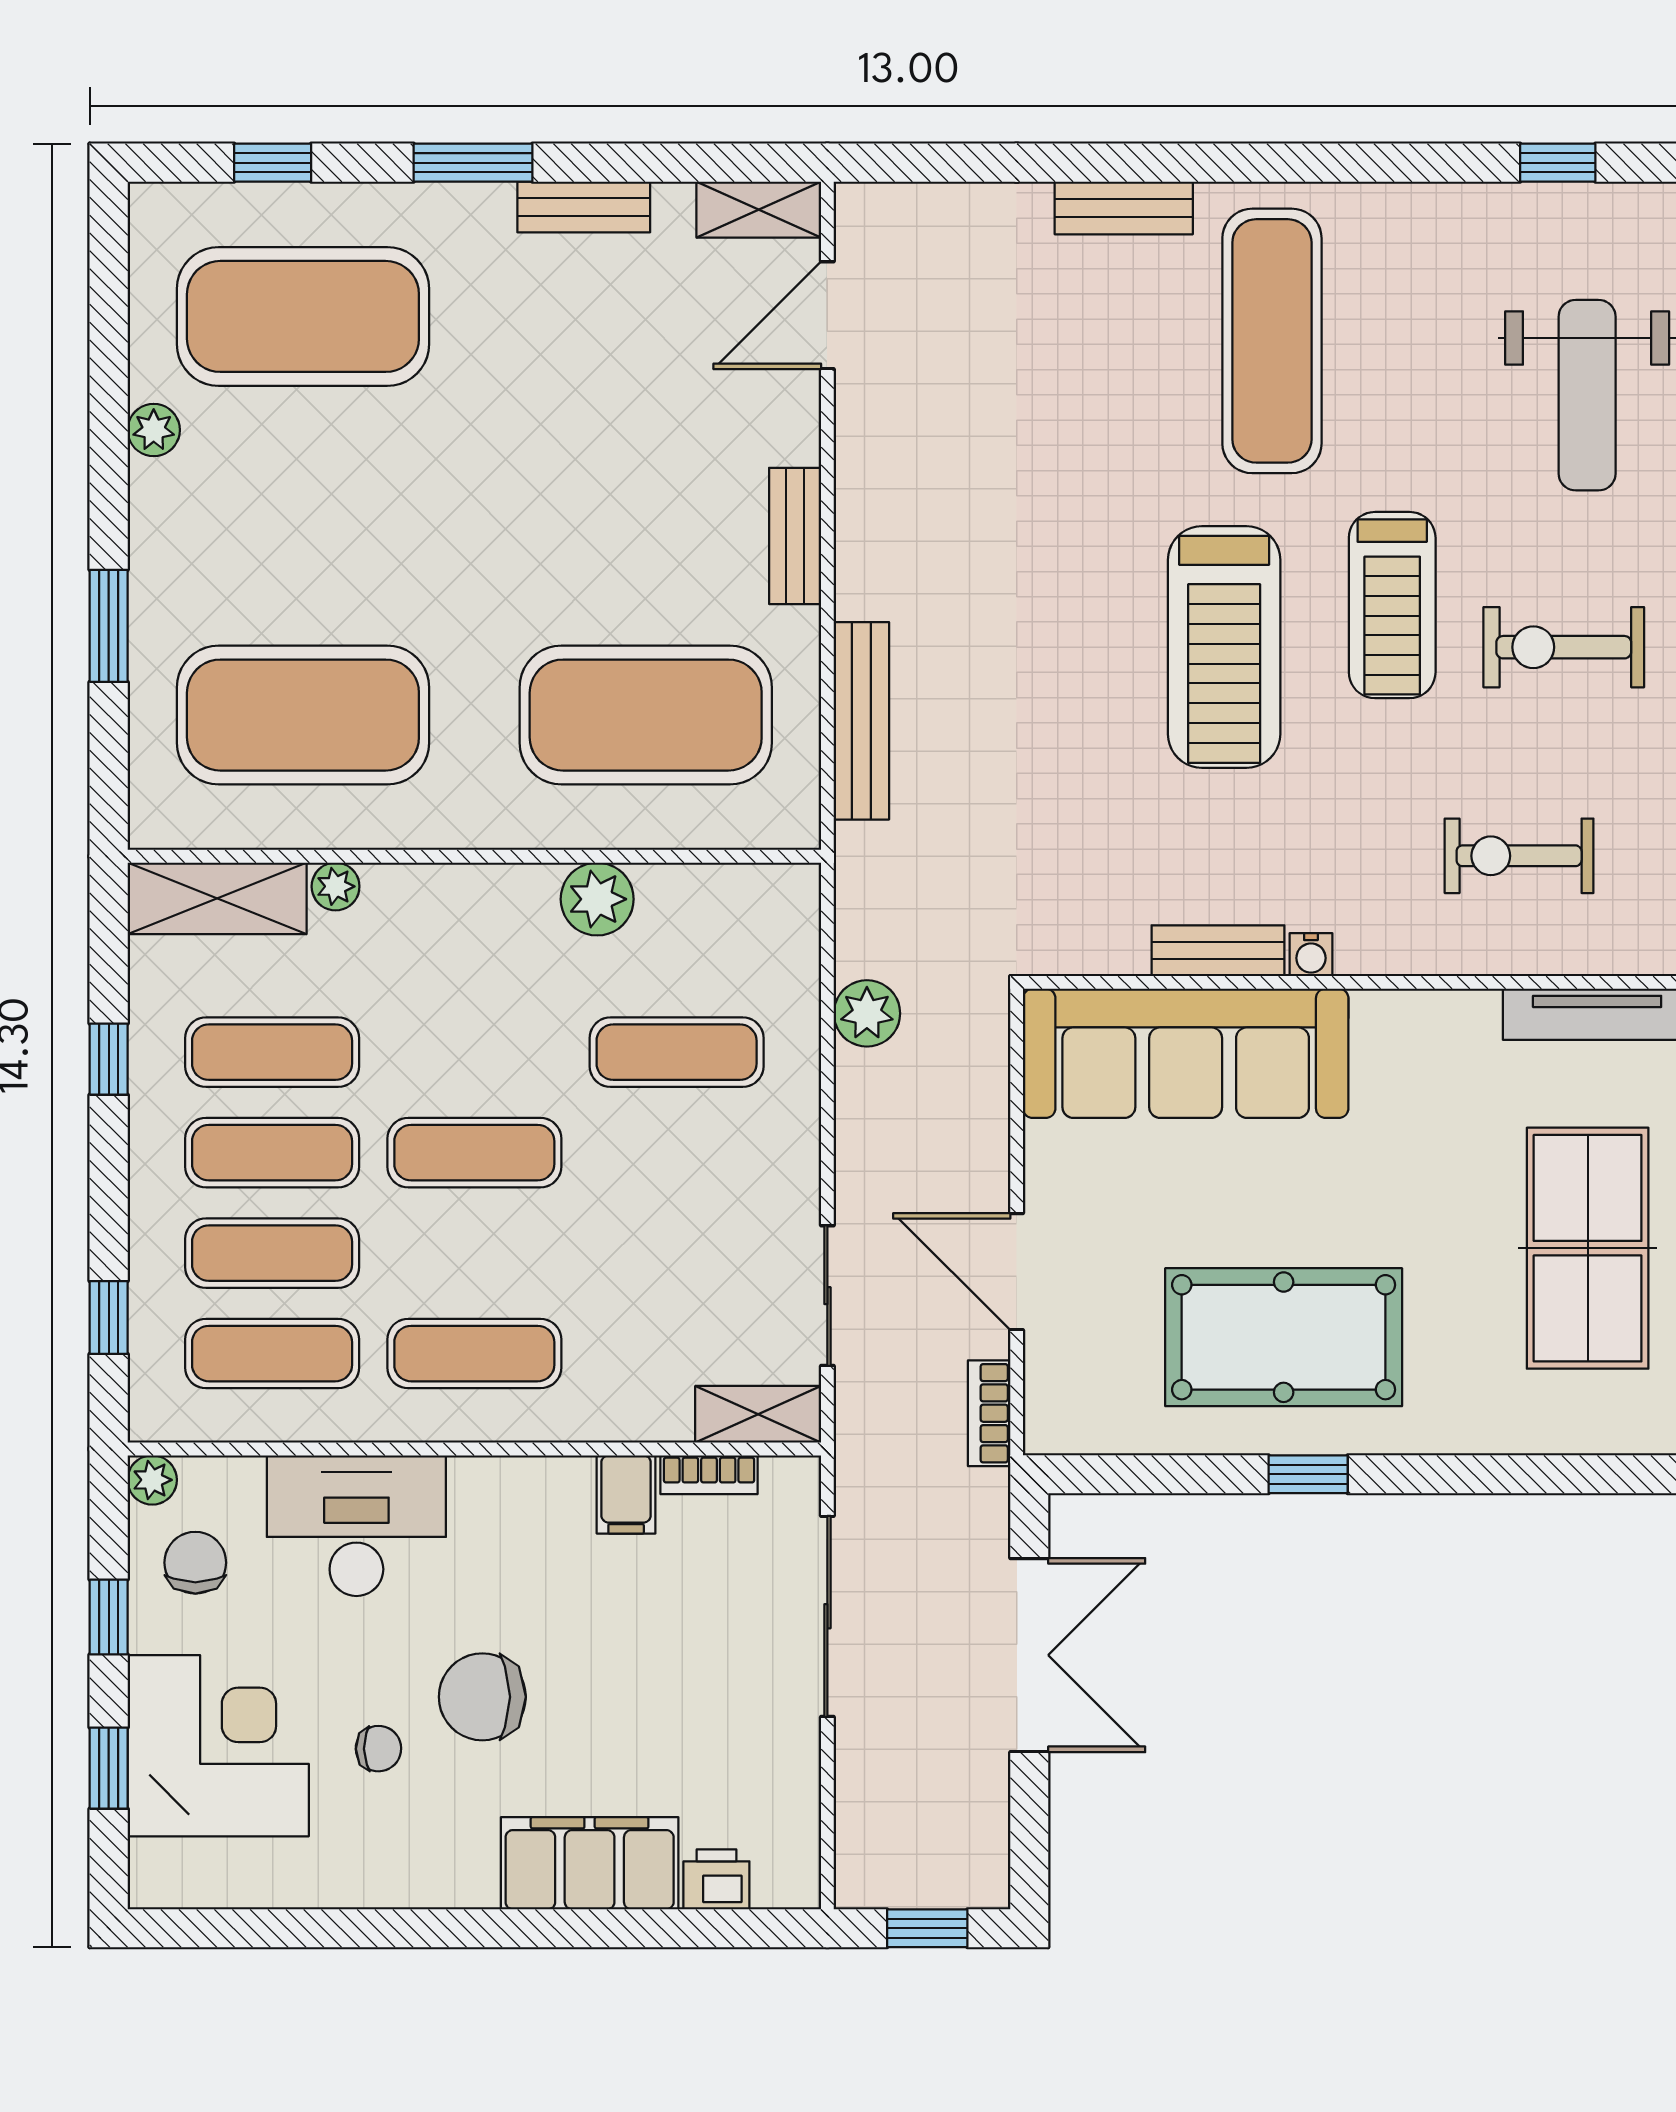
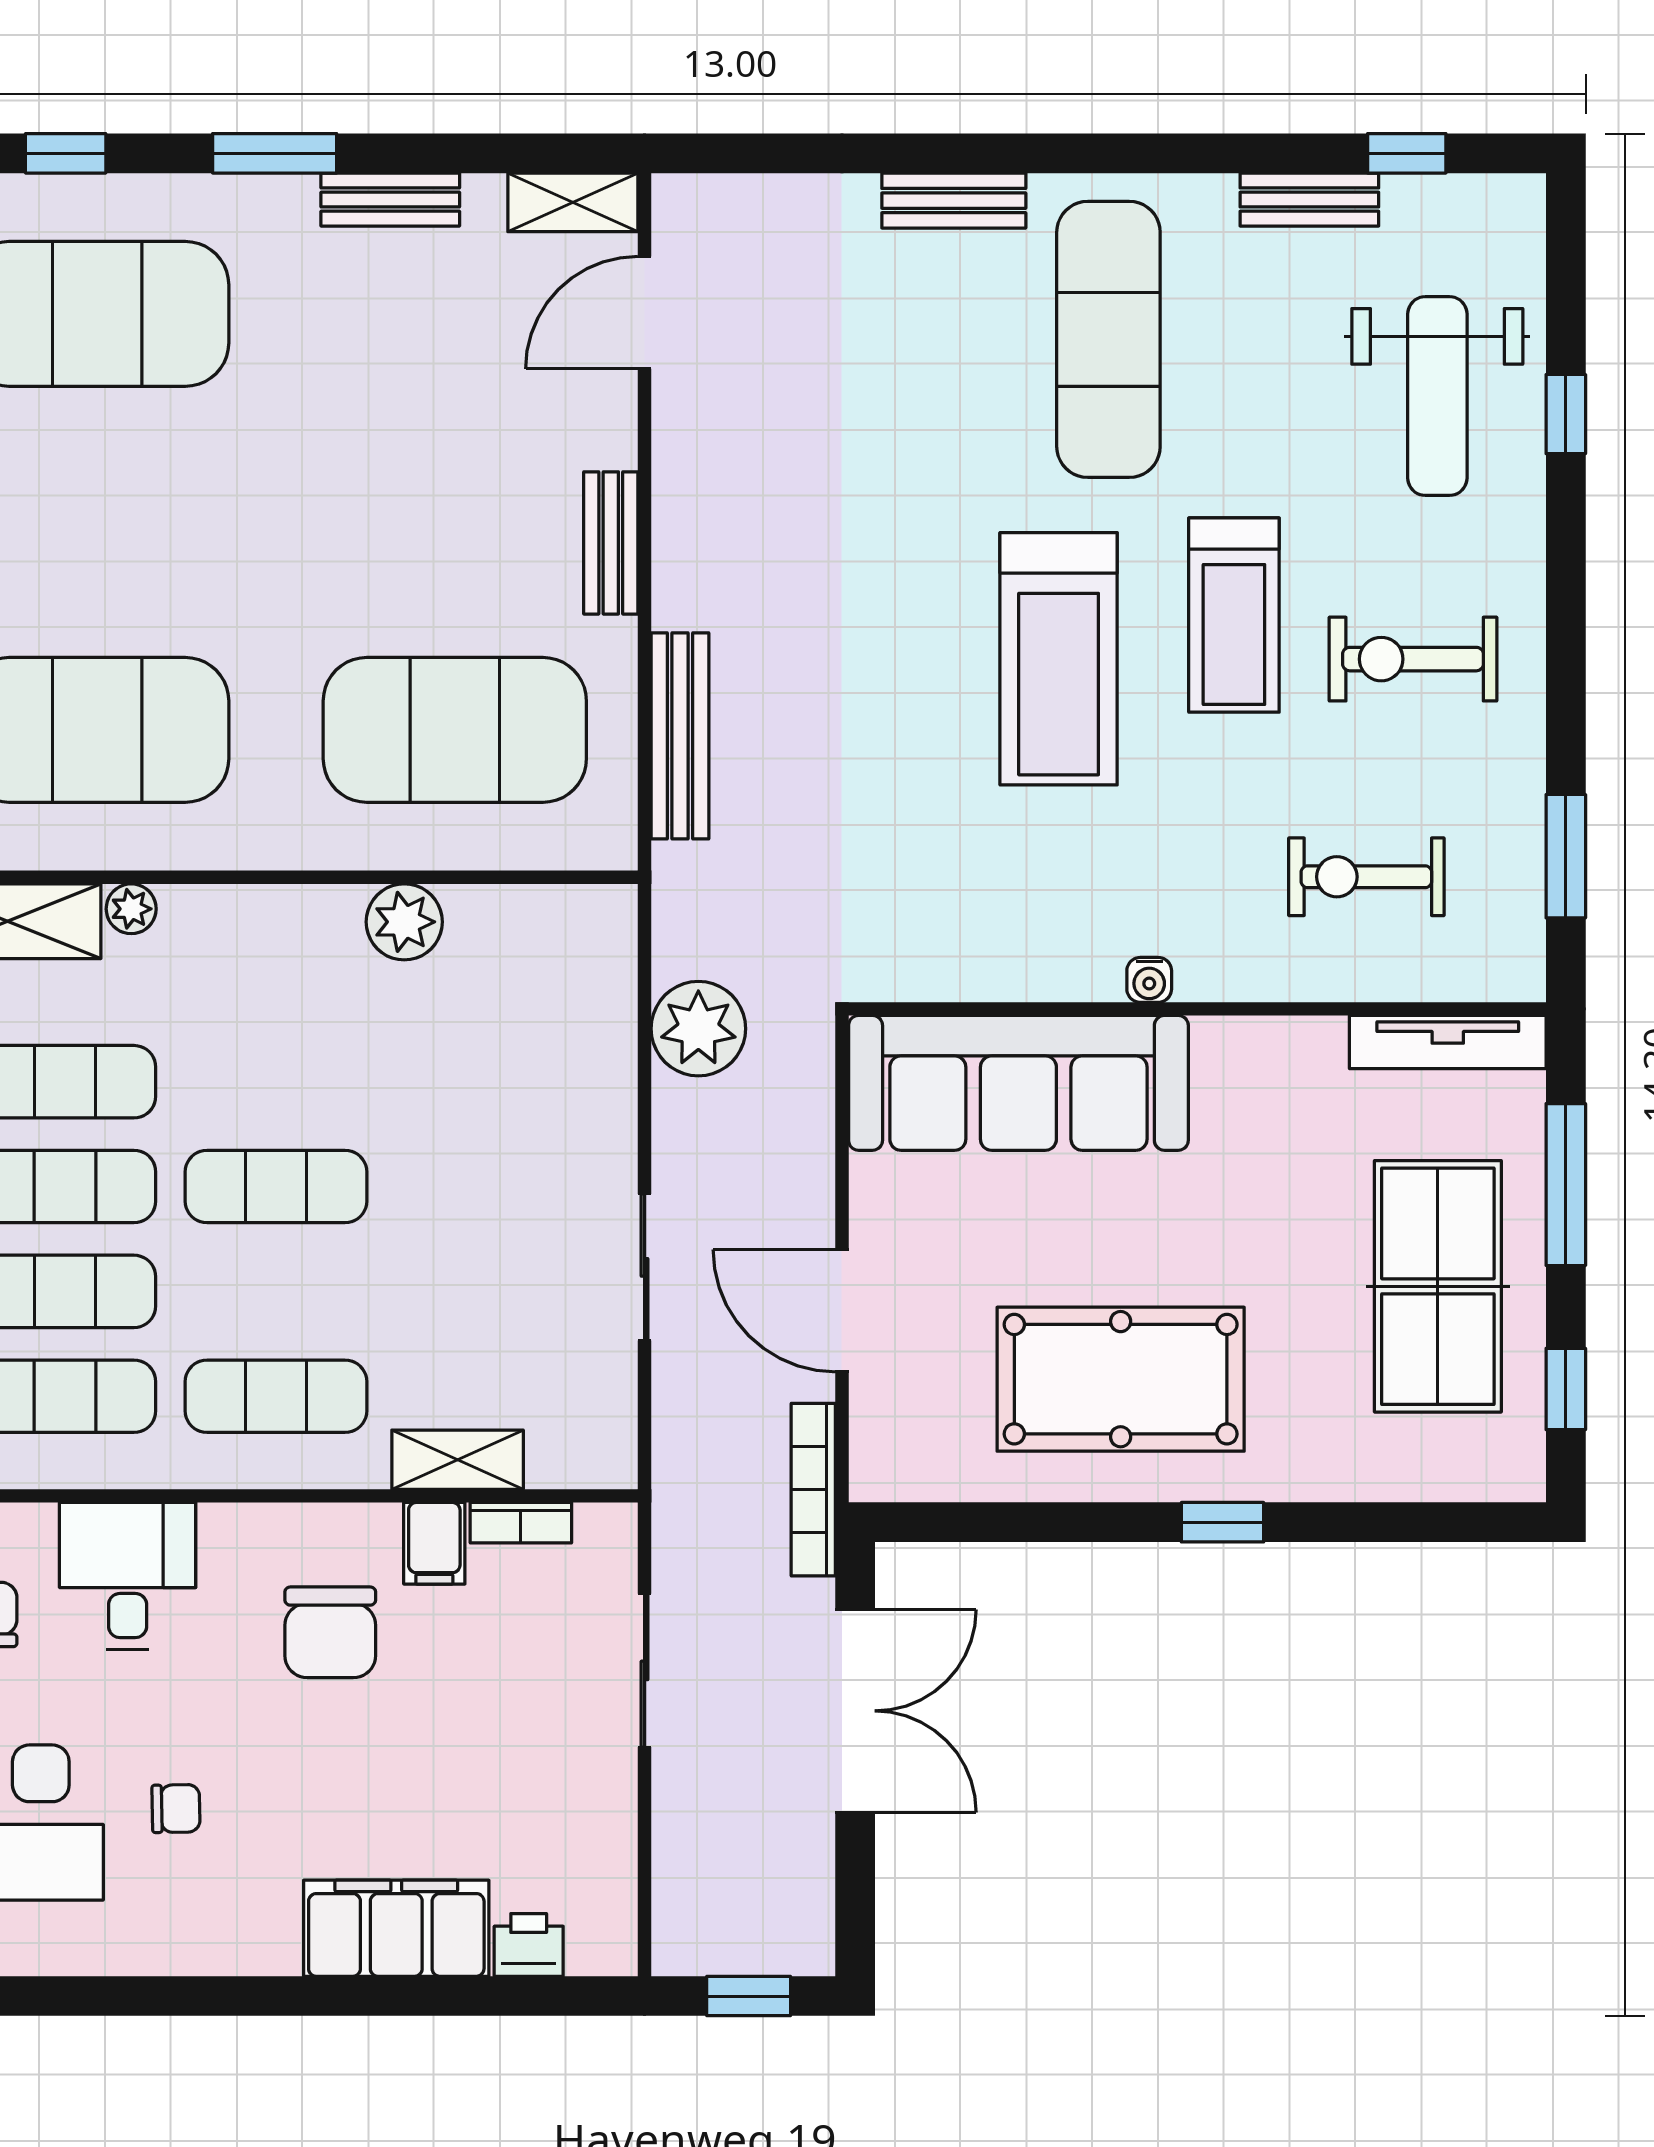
bench: (1218, 951) -> (1309, 200), moved
plant: (867, 1013) -> (698, 1029), width x1.36, depth x1.36
exercise mat: (677, 1052) -> (487, 1082), removed
sliding door: (827, 1296) -> (645, 1267), moved
bookcase: (989, 1413) -> (813, 1490), width x1.56
shelving: (758, 1414) -> (458, 1460), moved
window: (1308, 1474) -> (1222, 1522), moved
desk: (356, 1526) -> (128, 1576), width x0.73
sliding door: (827, 1616) -> (645, 1670), width x0.73
chair: (482, 1697) -> (330, 1632), moved, turned -90

